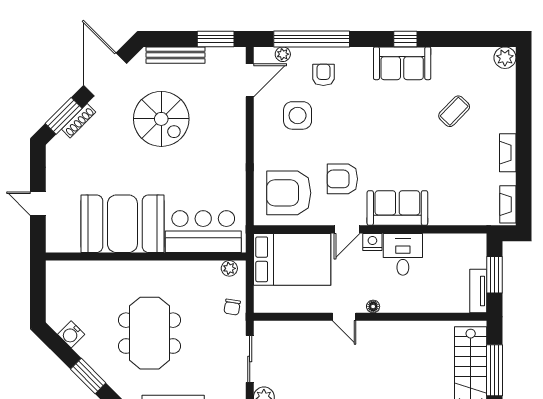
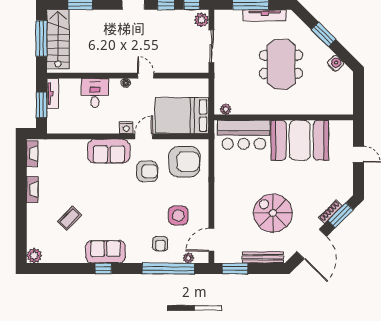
desk: (403, 254) -> (95, 93), moved, turned 180
chair: (232, 307) -> (224, 82), removed

